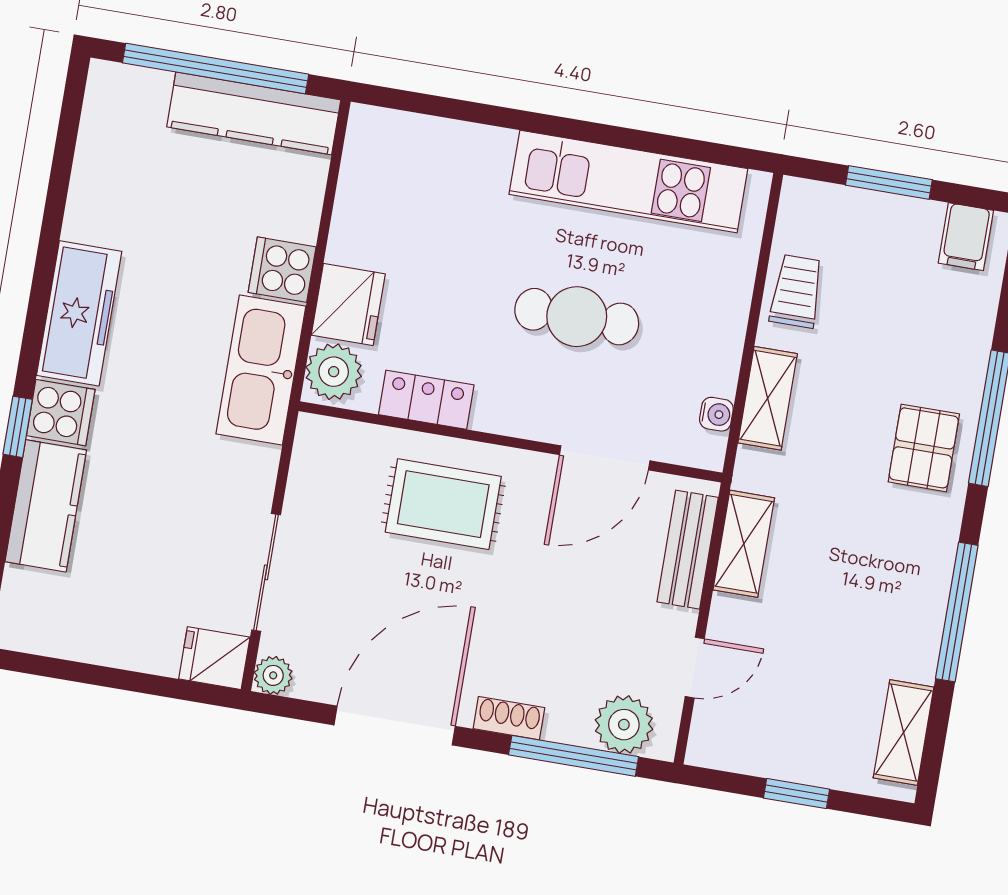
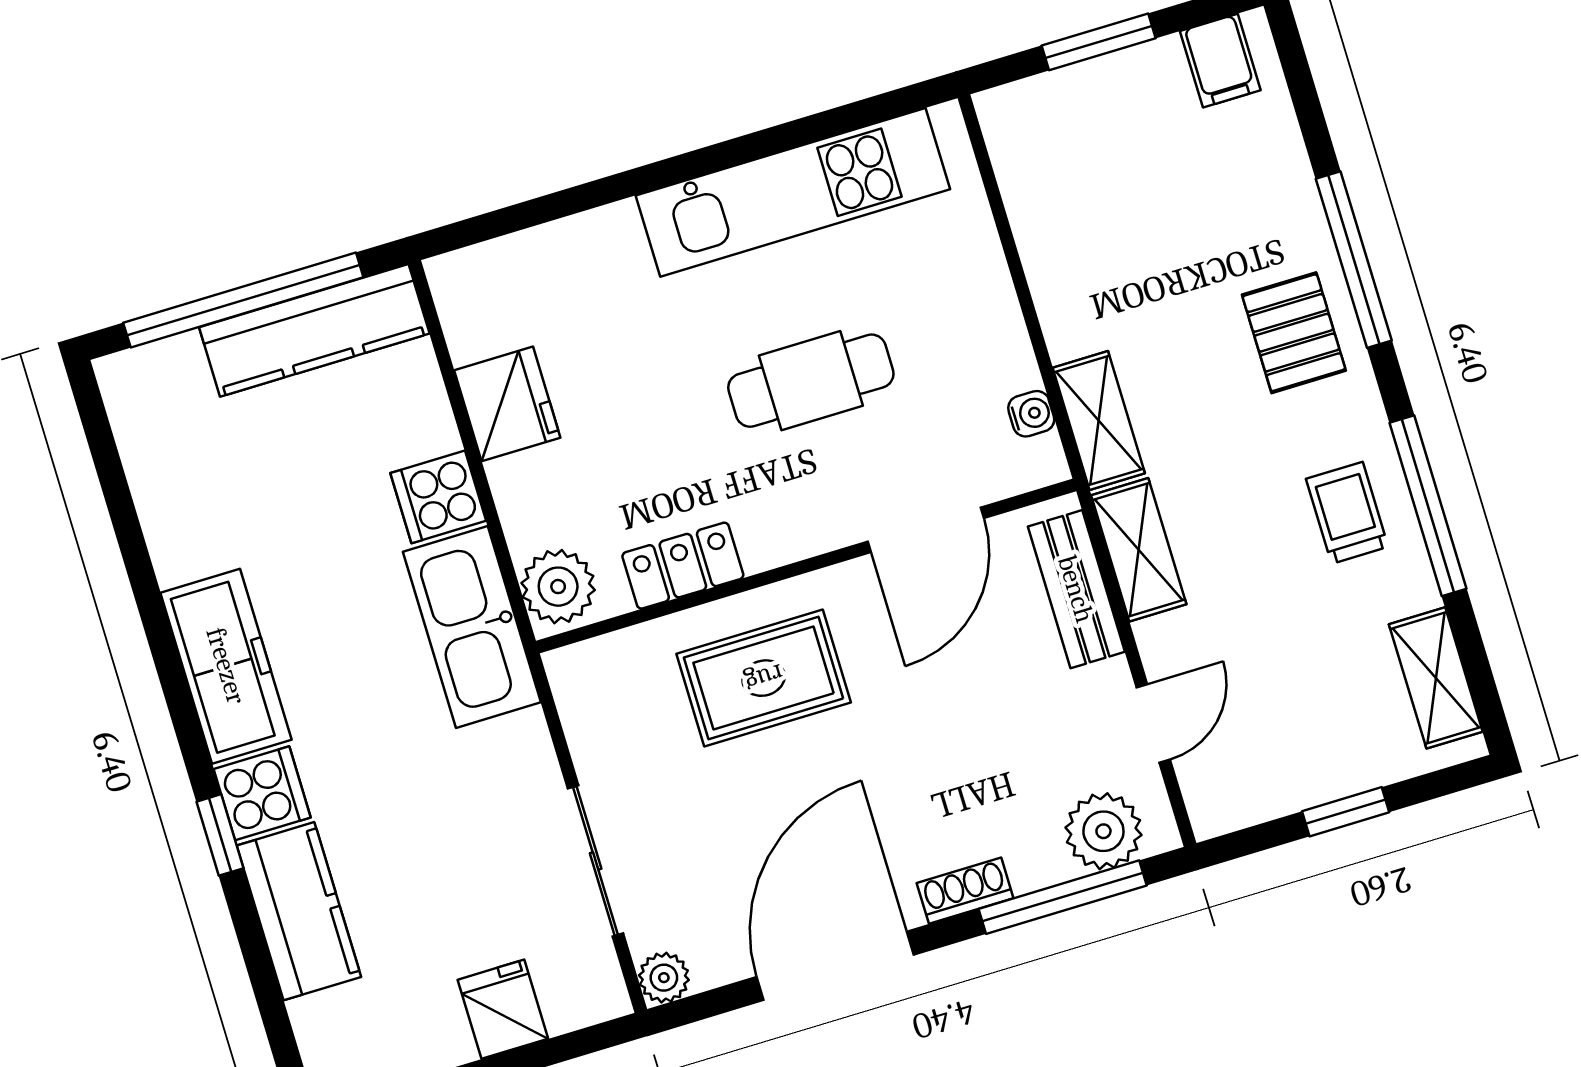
trolley: (796, 291) -> (1347, 513), moved
fridge: (348, 304) -> (507, 404), moved
shelving: (768, 398) -> (1099, 420), moved
fridge: (214, 658) -> (503, 1009), moved, turned 90

